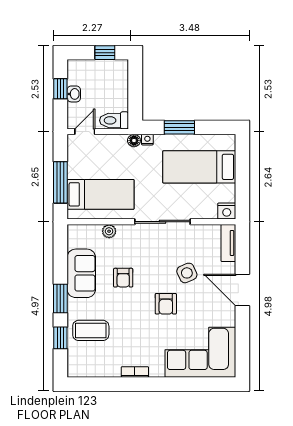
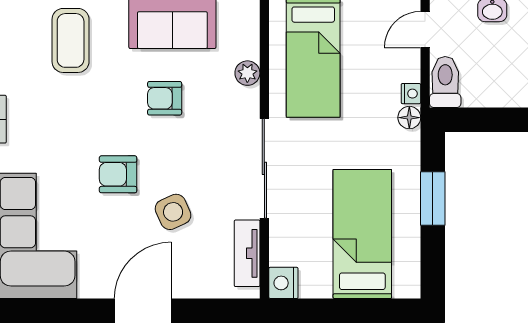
door: (85, 132) -> (425, 30), swing flipped
nightstand: (147, 140) -> (411, 94), moved
tv unit: (228, 243) -> (247, 253), moved, turned -90

